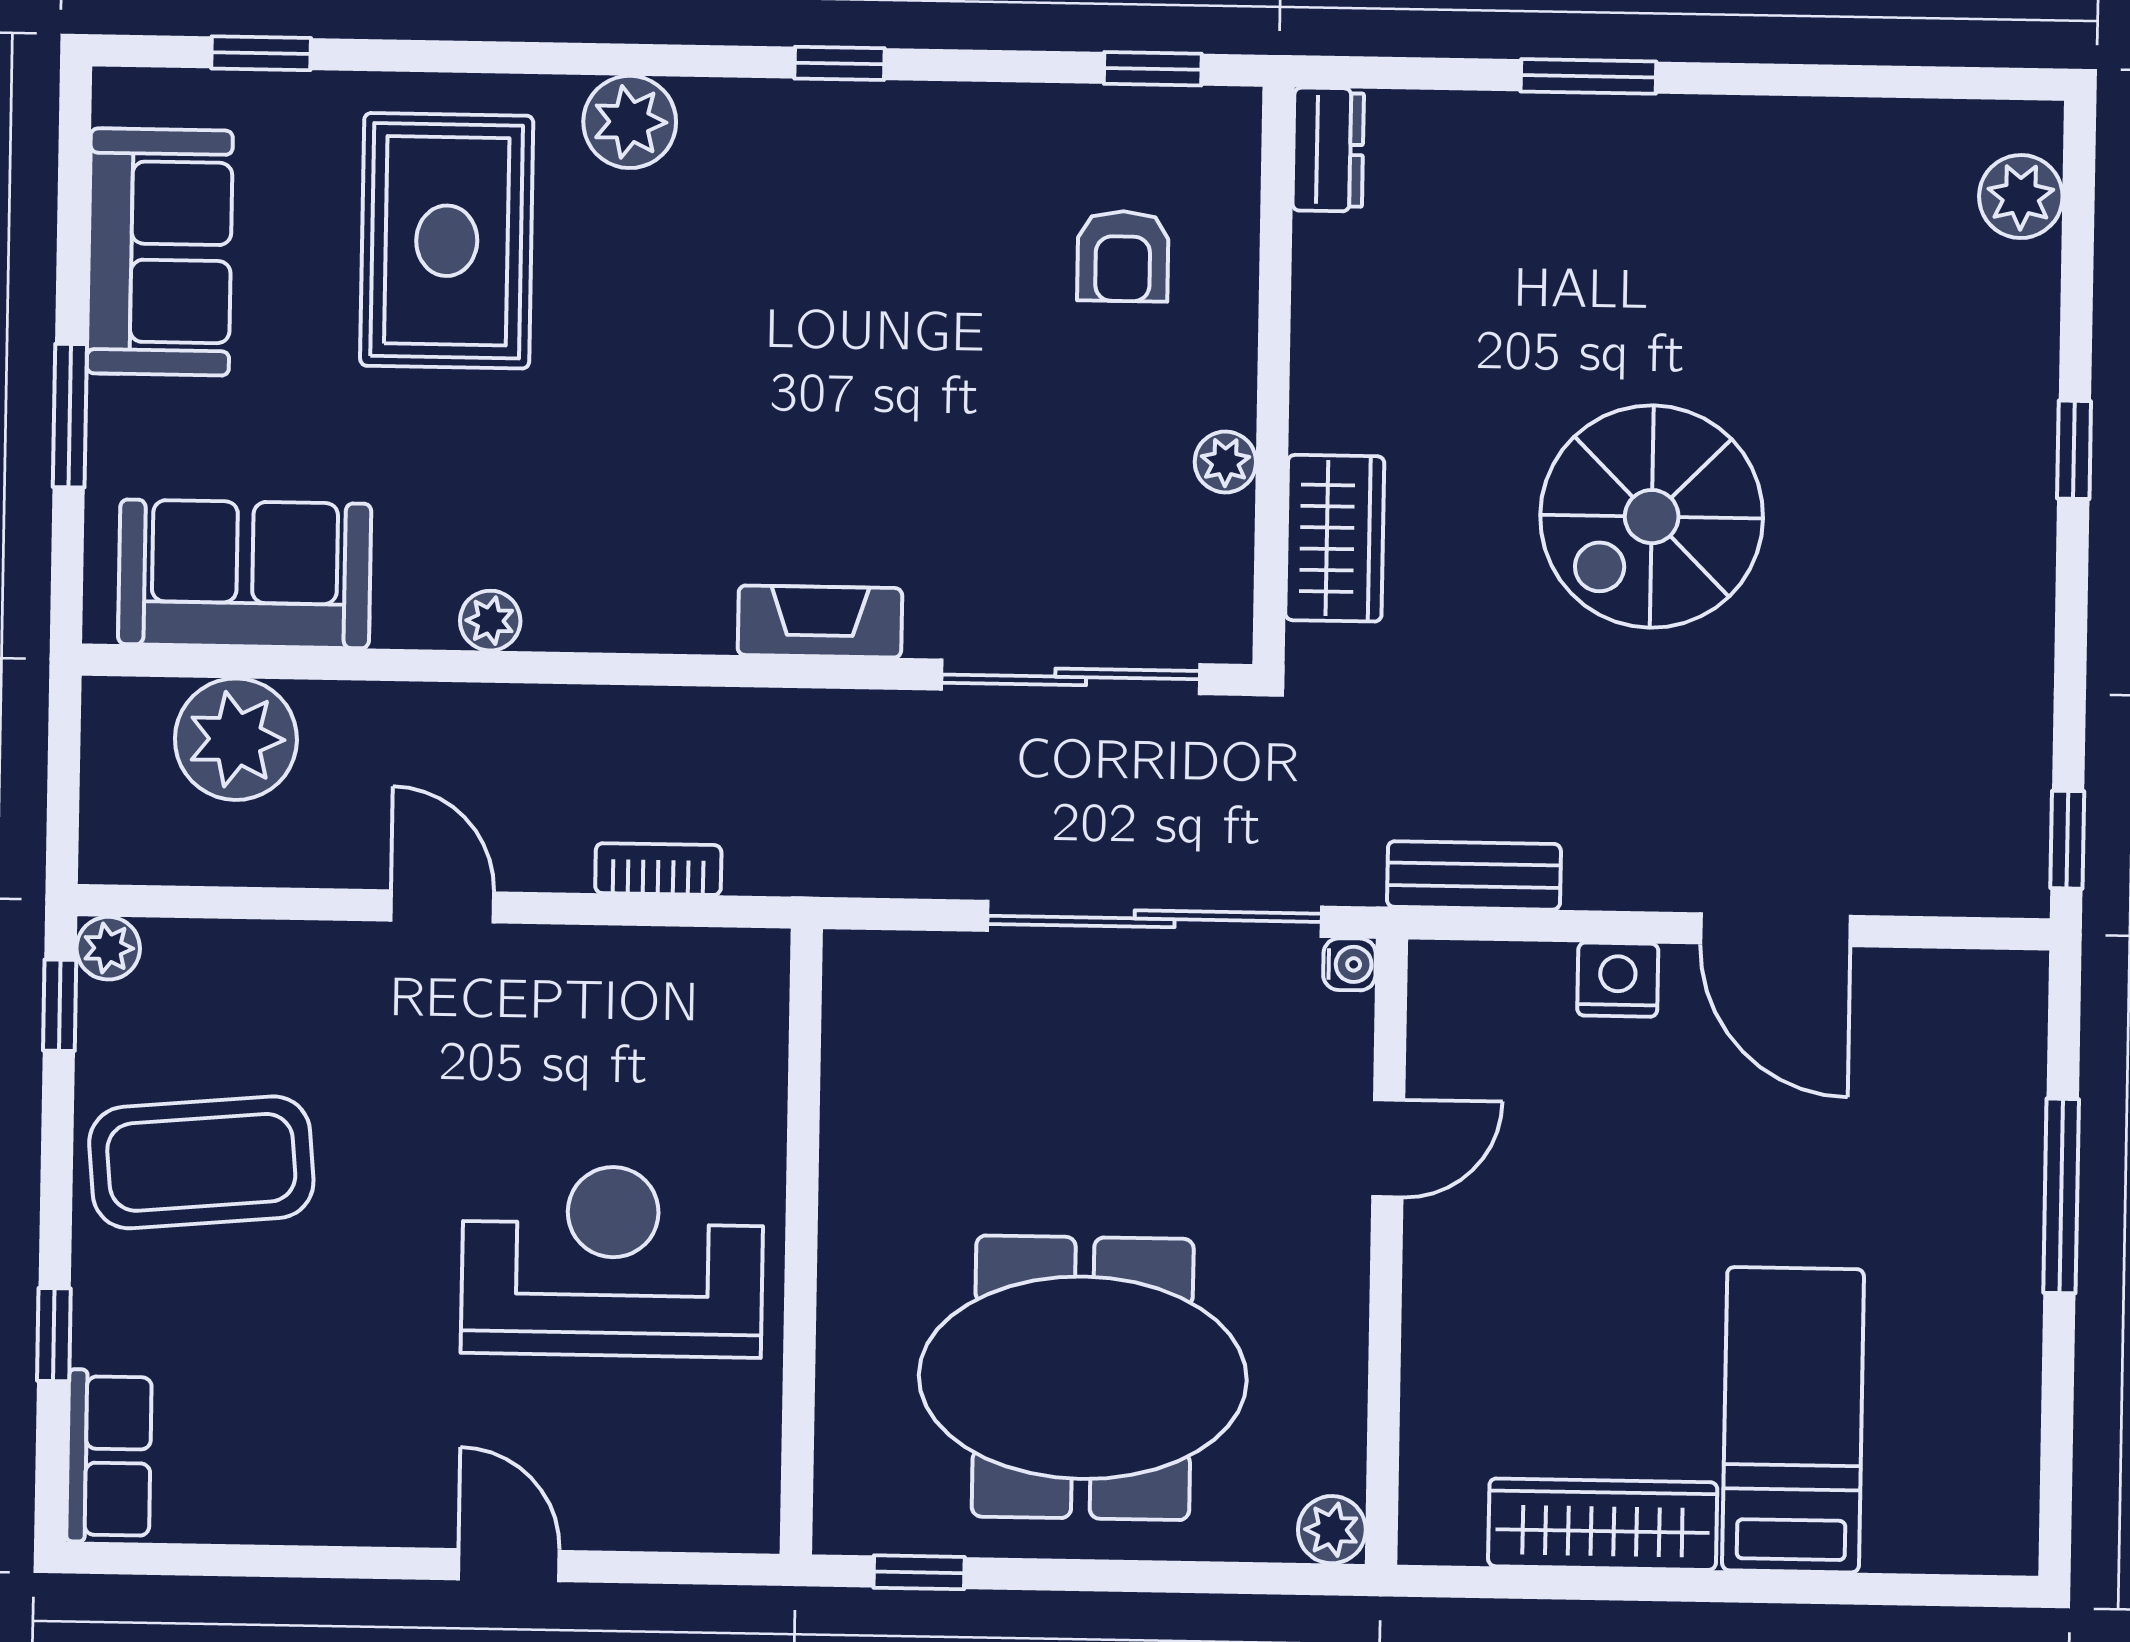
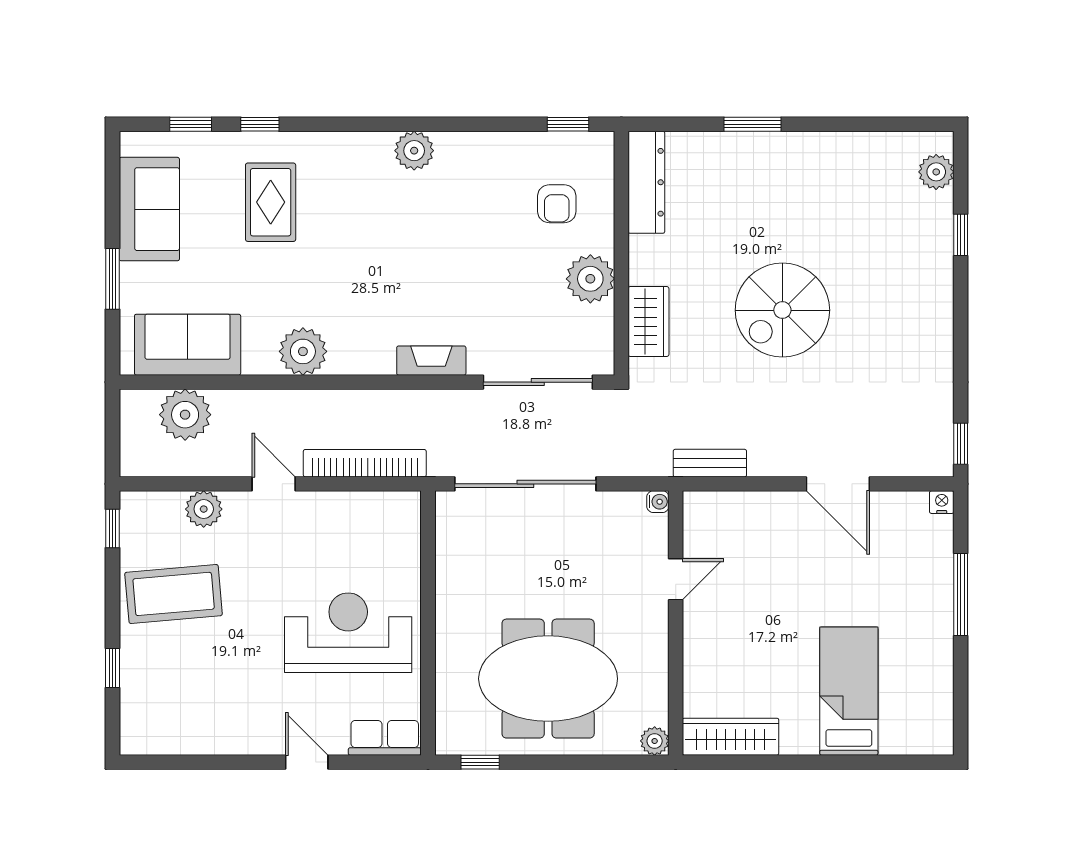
window: (840, 63) -> (260, 124), moved
plant: (630, 122) -> (414, 151), moved
dresser: (1328, 150) -> (646, 182), width x1.96, depth x1.24
rug: (447, 241) -> (271, 202), width x0.73, depth x0.70
window: (2074, 450) -> (961, 235), moved
plant: (1225, 462) -> (590, 279), width x1.88, depth x1.88
plant: (490, 621) -> (303, 351), width x1.88, depth x1.88
bookcase: (658, 869) -> (365, 463), width x2.31, depth x1.31
sliding door: (1155, 919) -> (525, 484), moved
plant: (108, 948) -> (204, 509), moved, width x1.38, depth x1.38
nightstand: (1618, 980) -> (942, 502), moved, width x0.72, depth x0.74
row of seats: (109, 1456) -> (385, 738), moved, turned -90
wardrobe: (1603, 1524) -> (731, 737), moved

